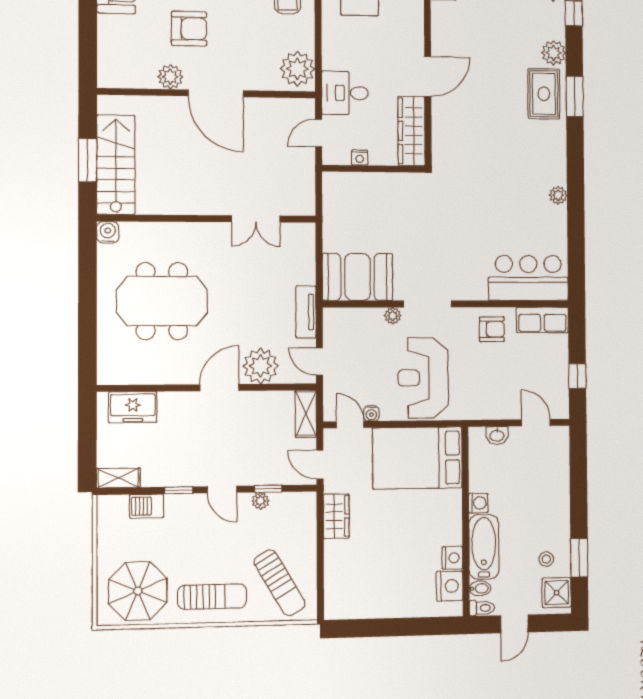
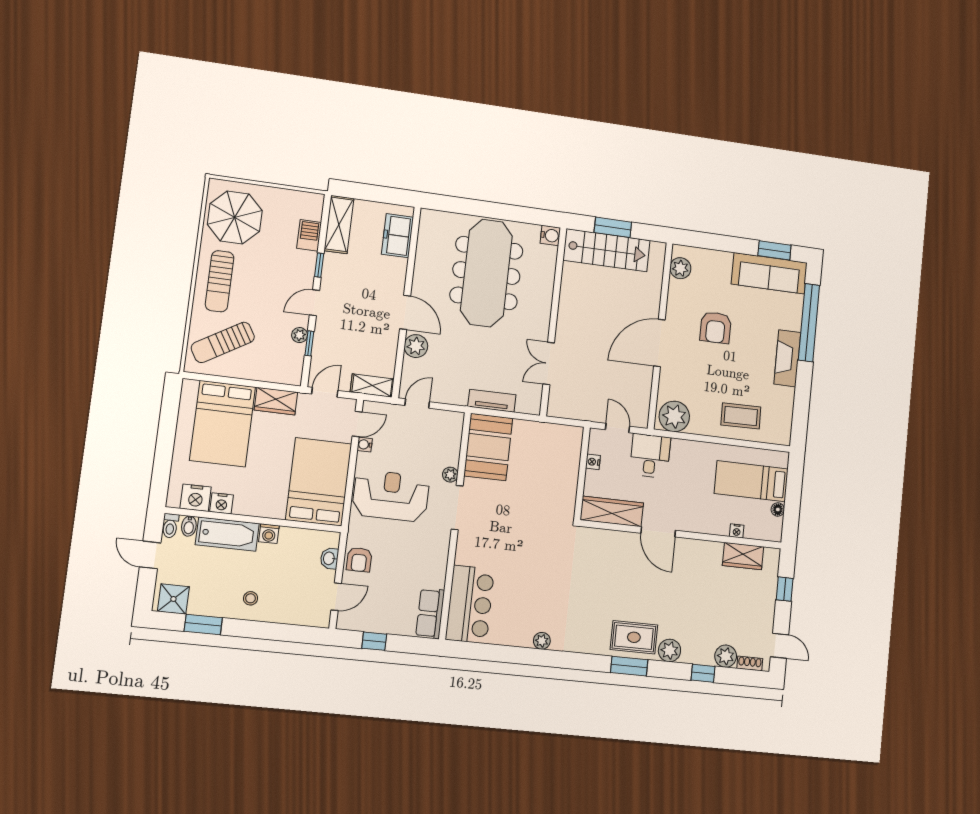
plant: (170, 77) -> (680, 268), moved
meeting table: (162, 301) -> (486, 273), width x1.36
tv unit: (306, 312) -> (492, 401), moved
armchair: (492, 329) -> (359, 560), moved
plant: (261, 366) -> (416, 346), width x0.73, depth x0.73
shelving: (118, 478) -> (339, 224), width x1.50, depth x1.33
stool: (546, 559) -> (251, 598), moved
bed: (368, 570) -> (223, 424), added

